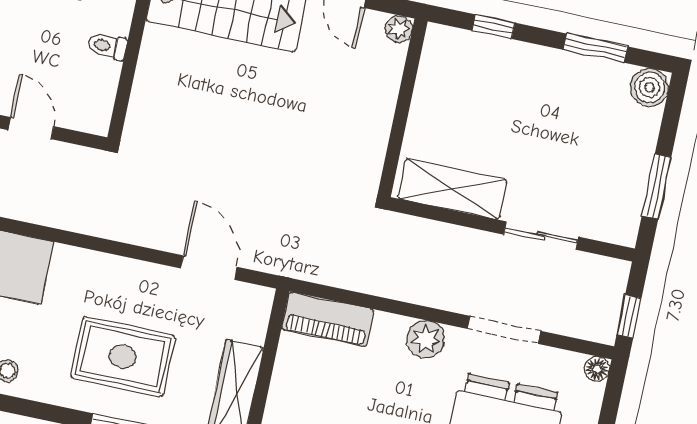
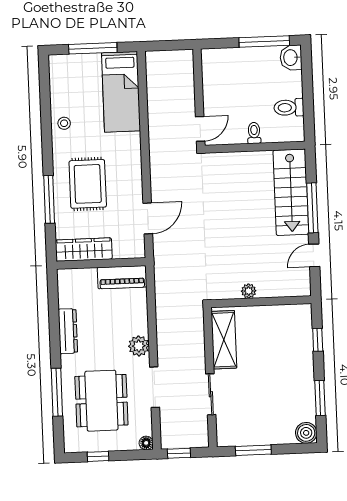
plant: (399, 29) -> (249, 291), moved
door: (31, 128) -> (200, 129), moved
piano: (328, 319) -> (122, 277), moved, turned -90

